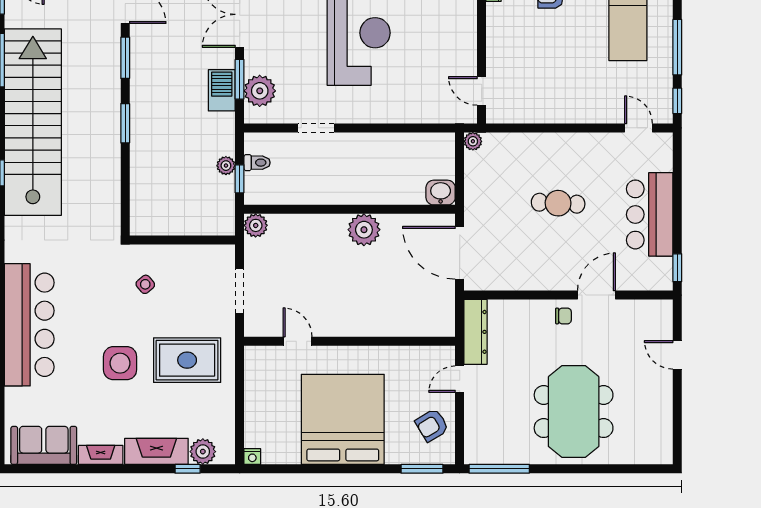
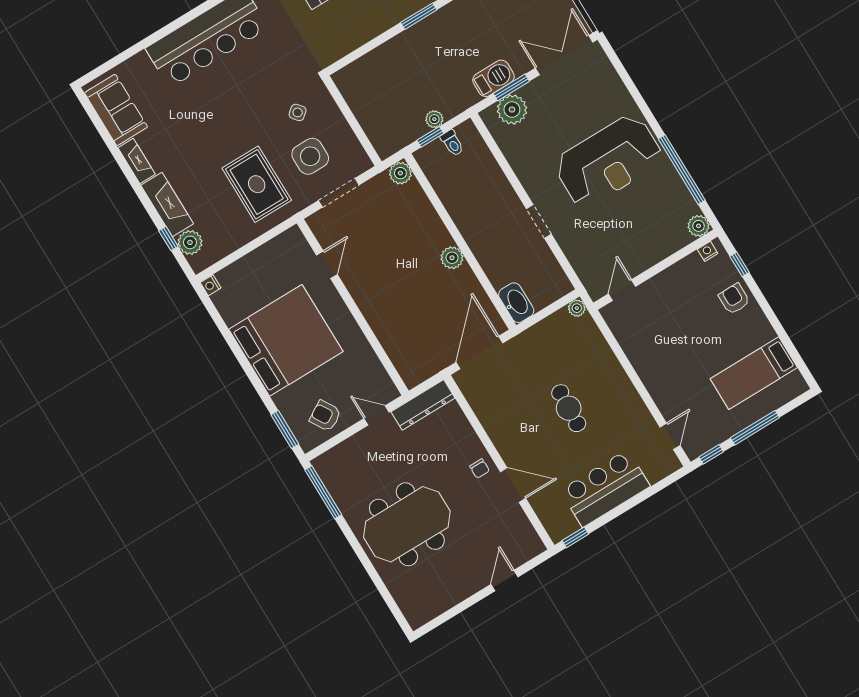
doorway: (316, 128) -> (539, 221), moved
washbasin: (441, 193) -> (516, 303), width x1.38
plant: (364, 230) -> (452, 258), width x0.73, depth x0.73
side table: (120, 363) -> (310, 156), moved

